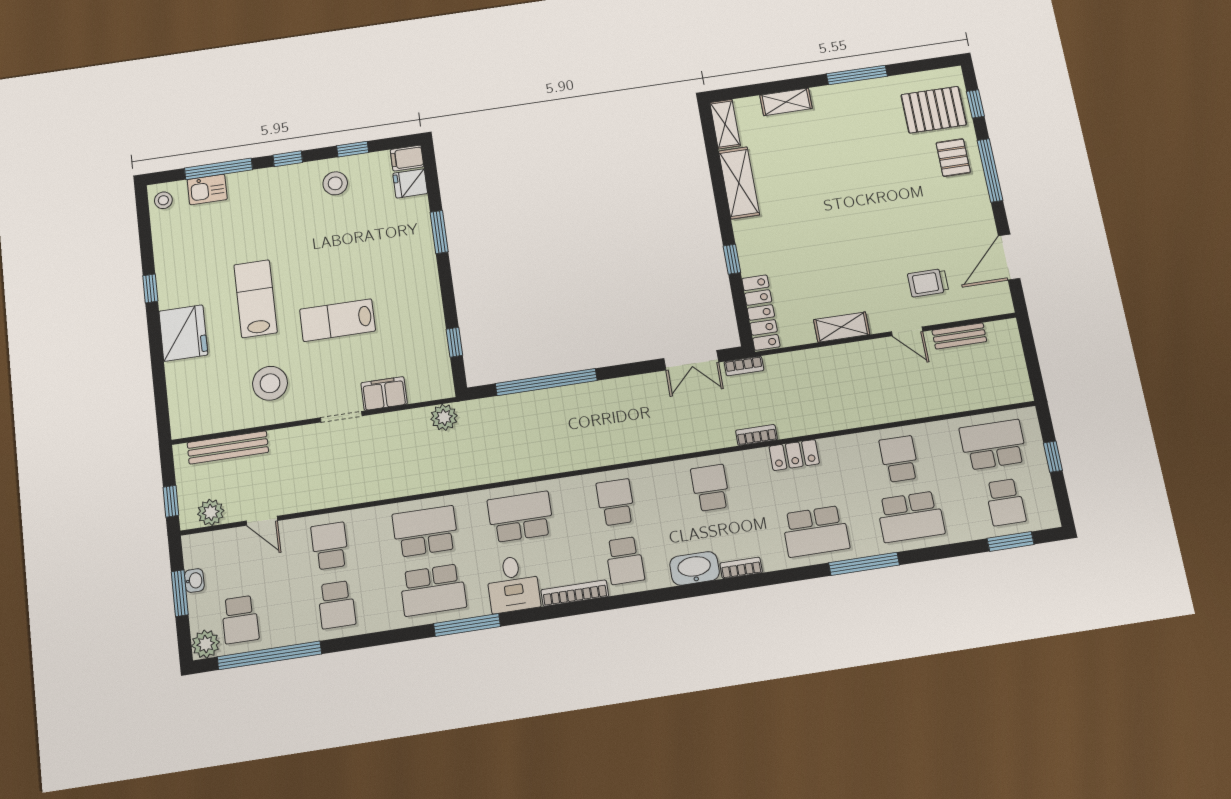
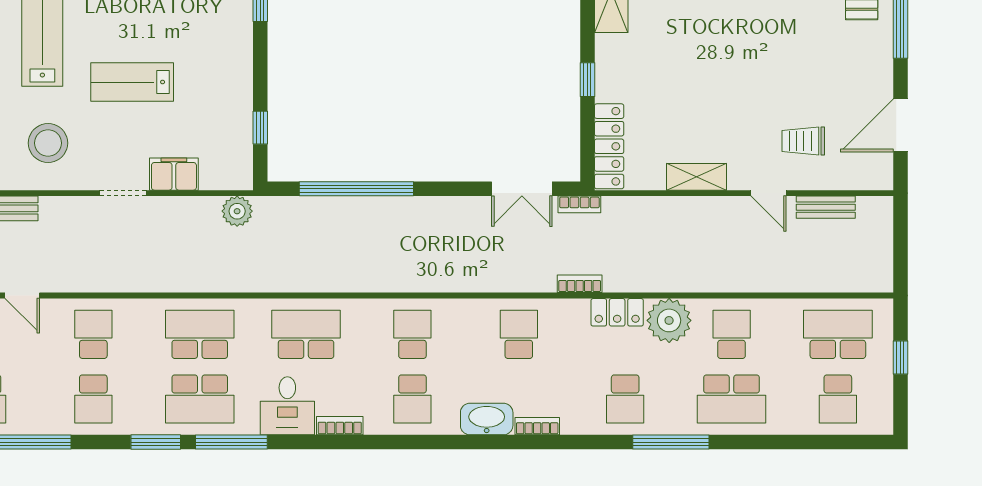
plant: (842, 455) -> (669, 320), added
school desk: (816, 531) -> (625, 399), width x0.54
window: (1011, 541) -> (156, 442), moved
bookcase: (575, 593) -> (340, 426), width x0.64

